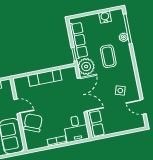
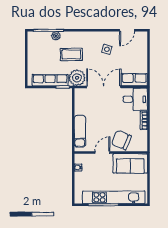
water cooler: (105, 17) -> (33, 50), removed
exam couch: (45, 78) -> (80, 131), moved

